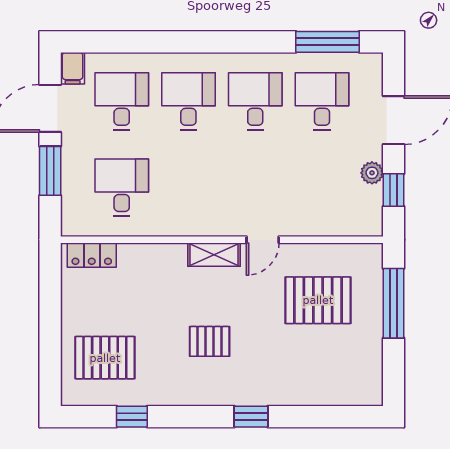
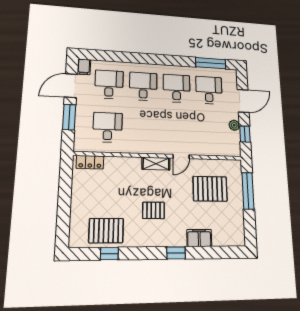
pallet: (105, 358) -> (106, 231), moved
filing cabinet: (295, 391) -> (199, 238), added

